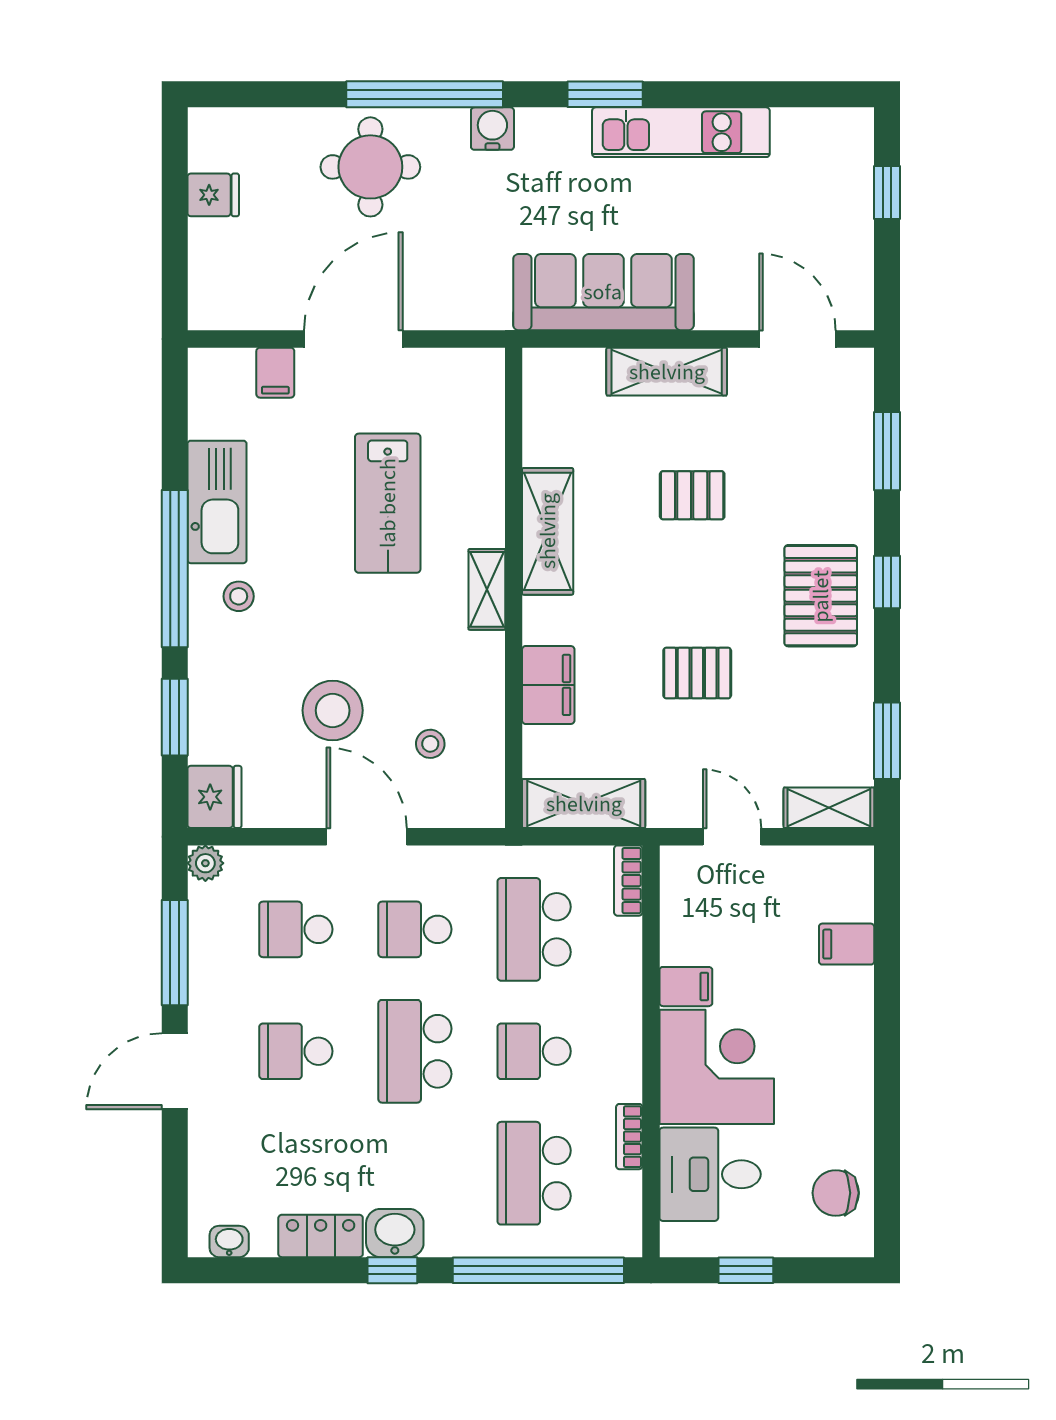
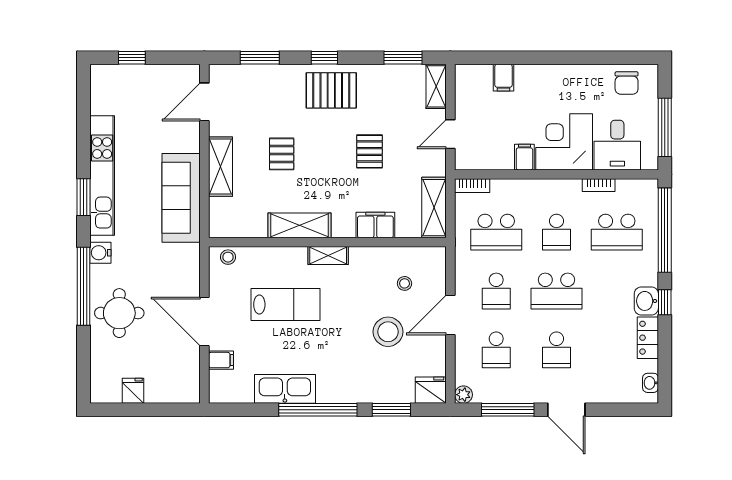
kitchen unit: (681, 132) -> (102, 175), width x1.36
stool: (239, 596) -> (228, 257), moved
window: (746, 1270) -> (665, 127), width x2.17

